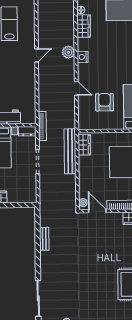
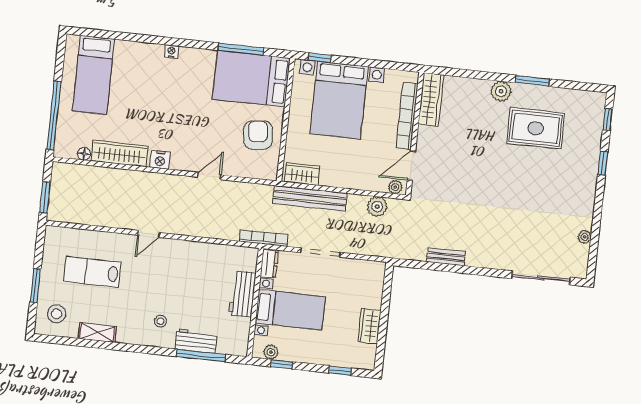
wardrobe: (84, 26) -> (120, 153), width x1.50
plant: (68, 52) -> (377, 207), moved
door: (37, 55) -> (149, 234), swing flipped
armchair: (104, 102) -> (258, 135), moved, turned 84

